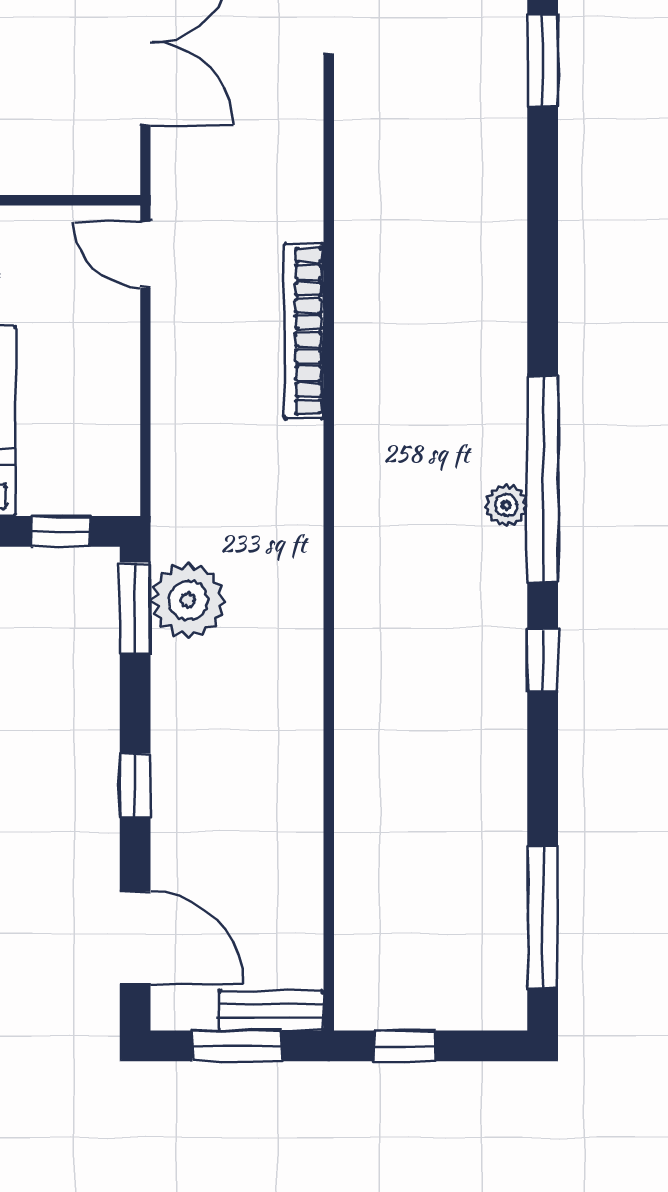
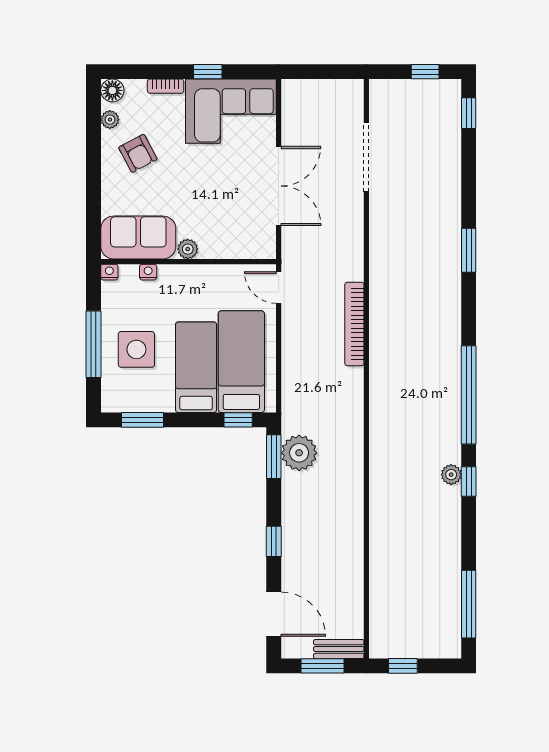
window: (543, 61) -> (469, 250), moved
bed: (67, 410) -> (241, 362), added
plant: (506, 505) -> (451, 475), moved

